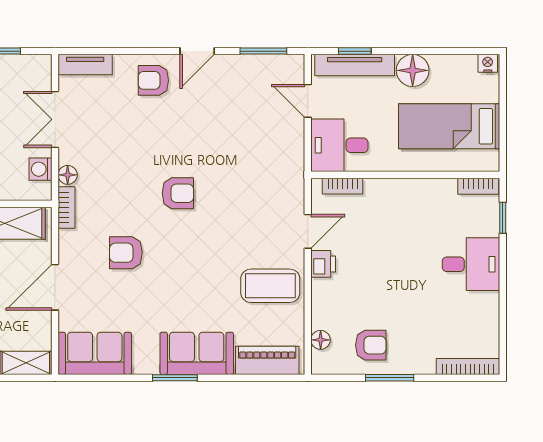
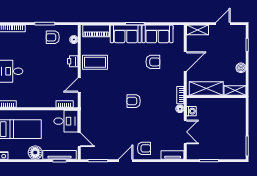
armchair: (126, 253) -> (153, 62), moved
printer: (323, 264) -> (73, 61), moved
sofa: (95, 353) -> (157, 34), moved

